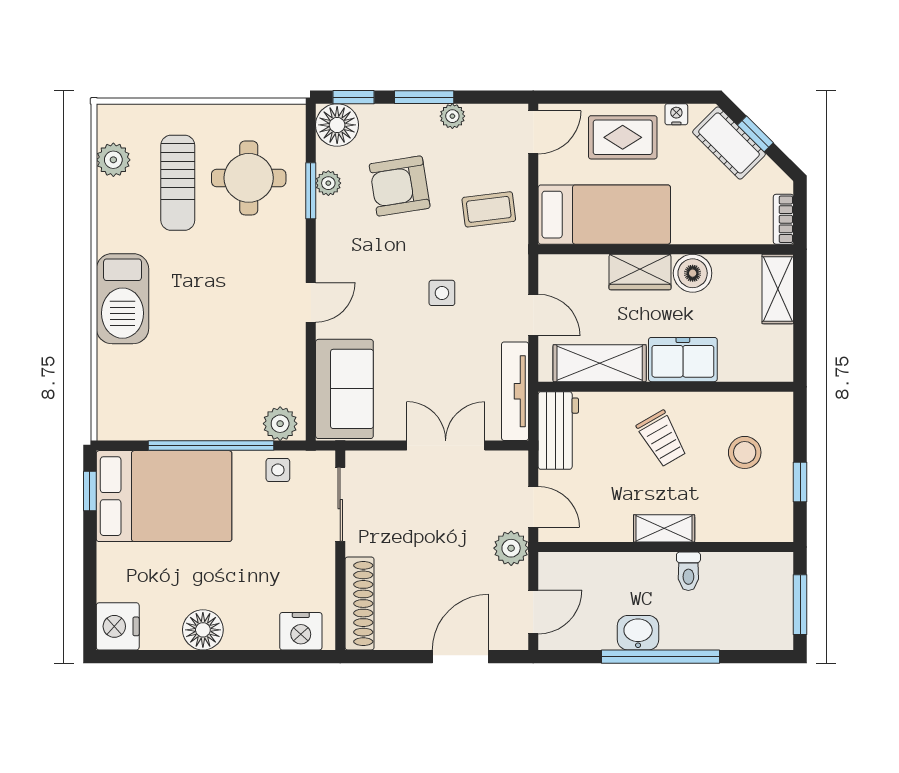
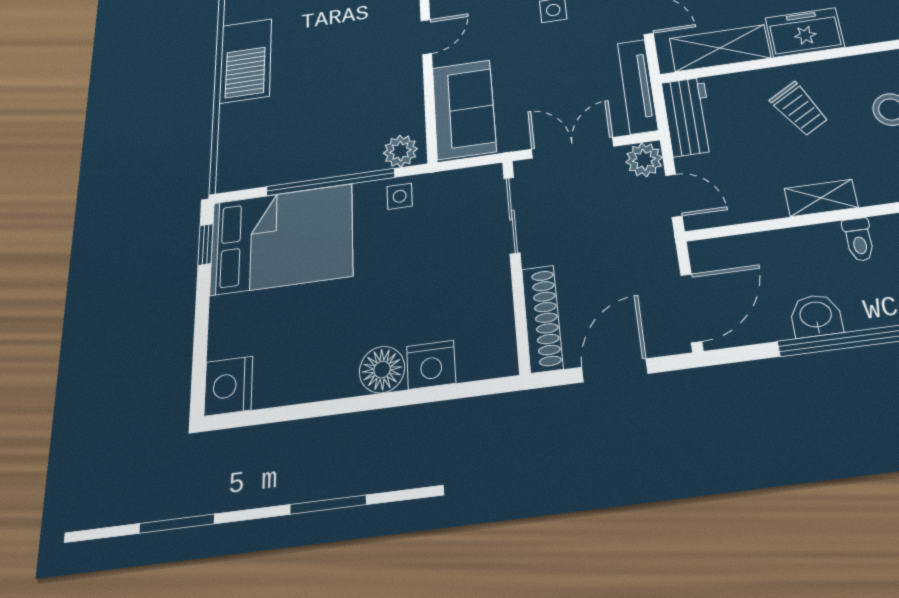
sliding door: (340, 504) -> (512, 215), moved
plant: (511, 548) -> (644, 160), moved
wall: (340, 550) -> (516, 263), moved
shoe rack: (360, 604) -> (542, 318), moved
door: (533, 612) -> (691, 308), width x1.38
floor lamp: (203, 630) -> (382, 370), moved

